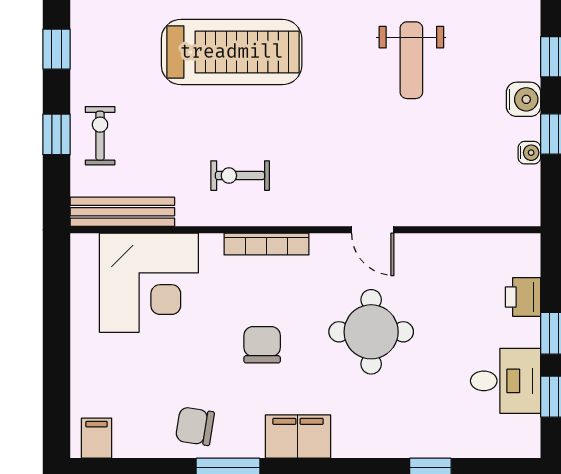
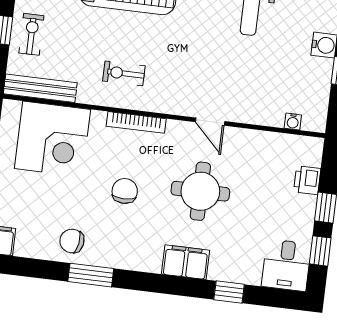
water cooler: (529, 153) -> (293, 122), moved, turned 90
desk: (506, 381) -> (286, 265), moved, turned 90
filing cabinet: (298, 437) -> (186, 262), moved

